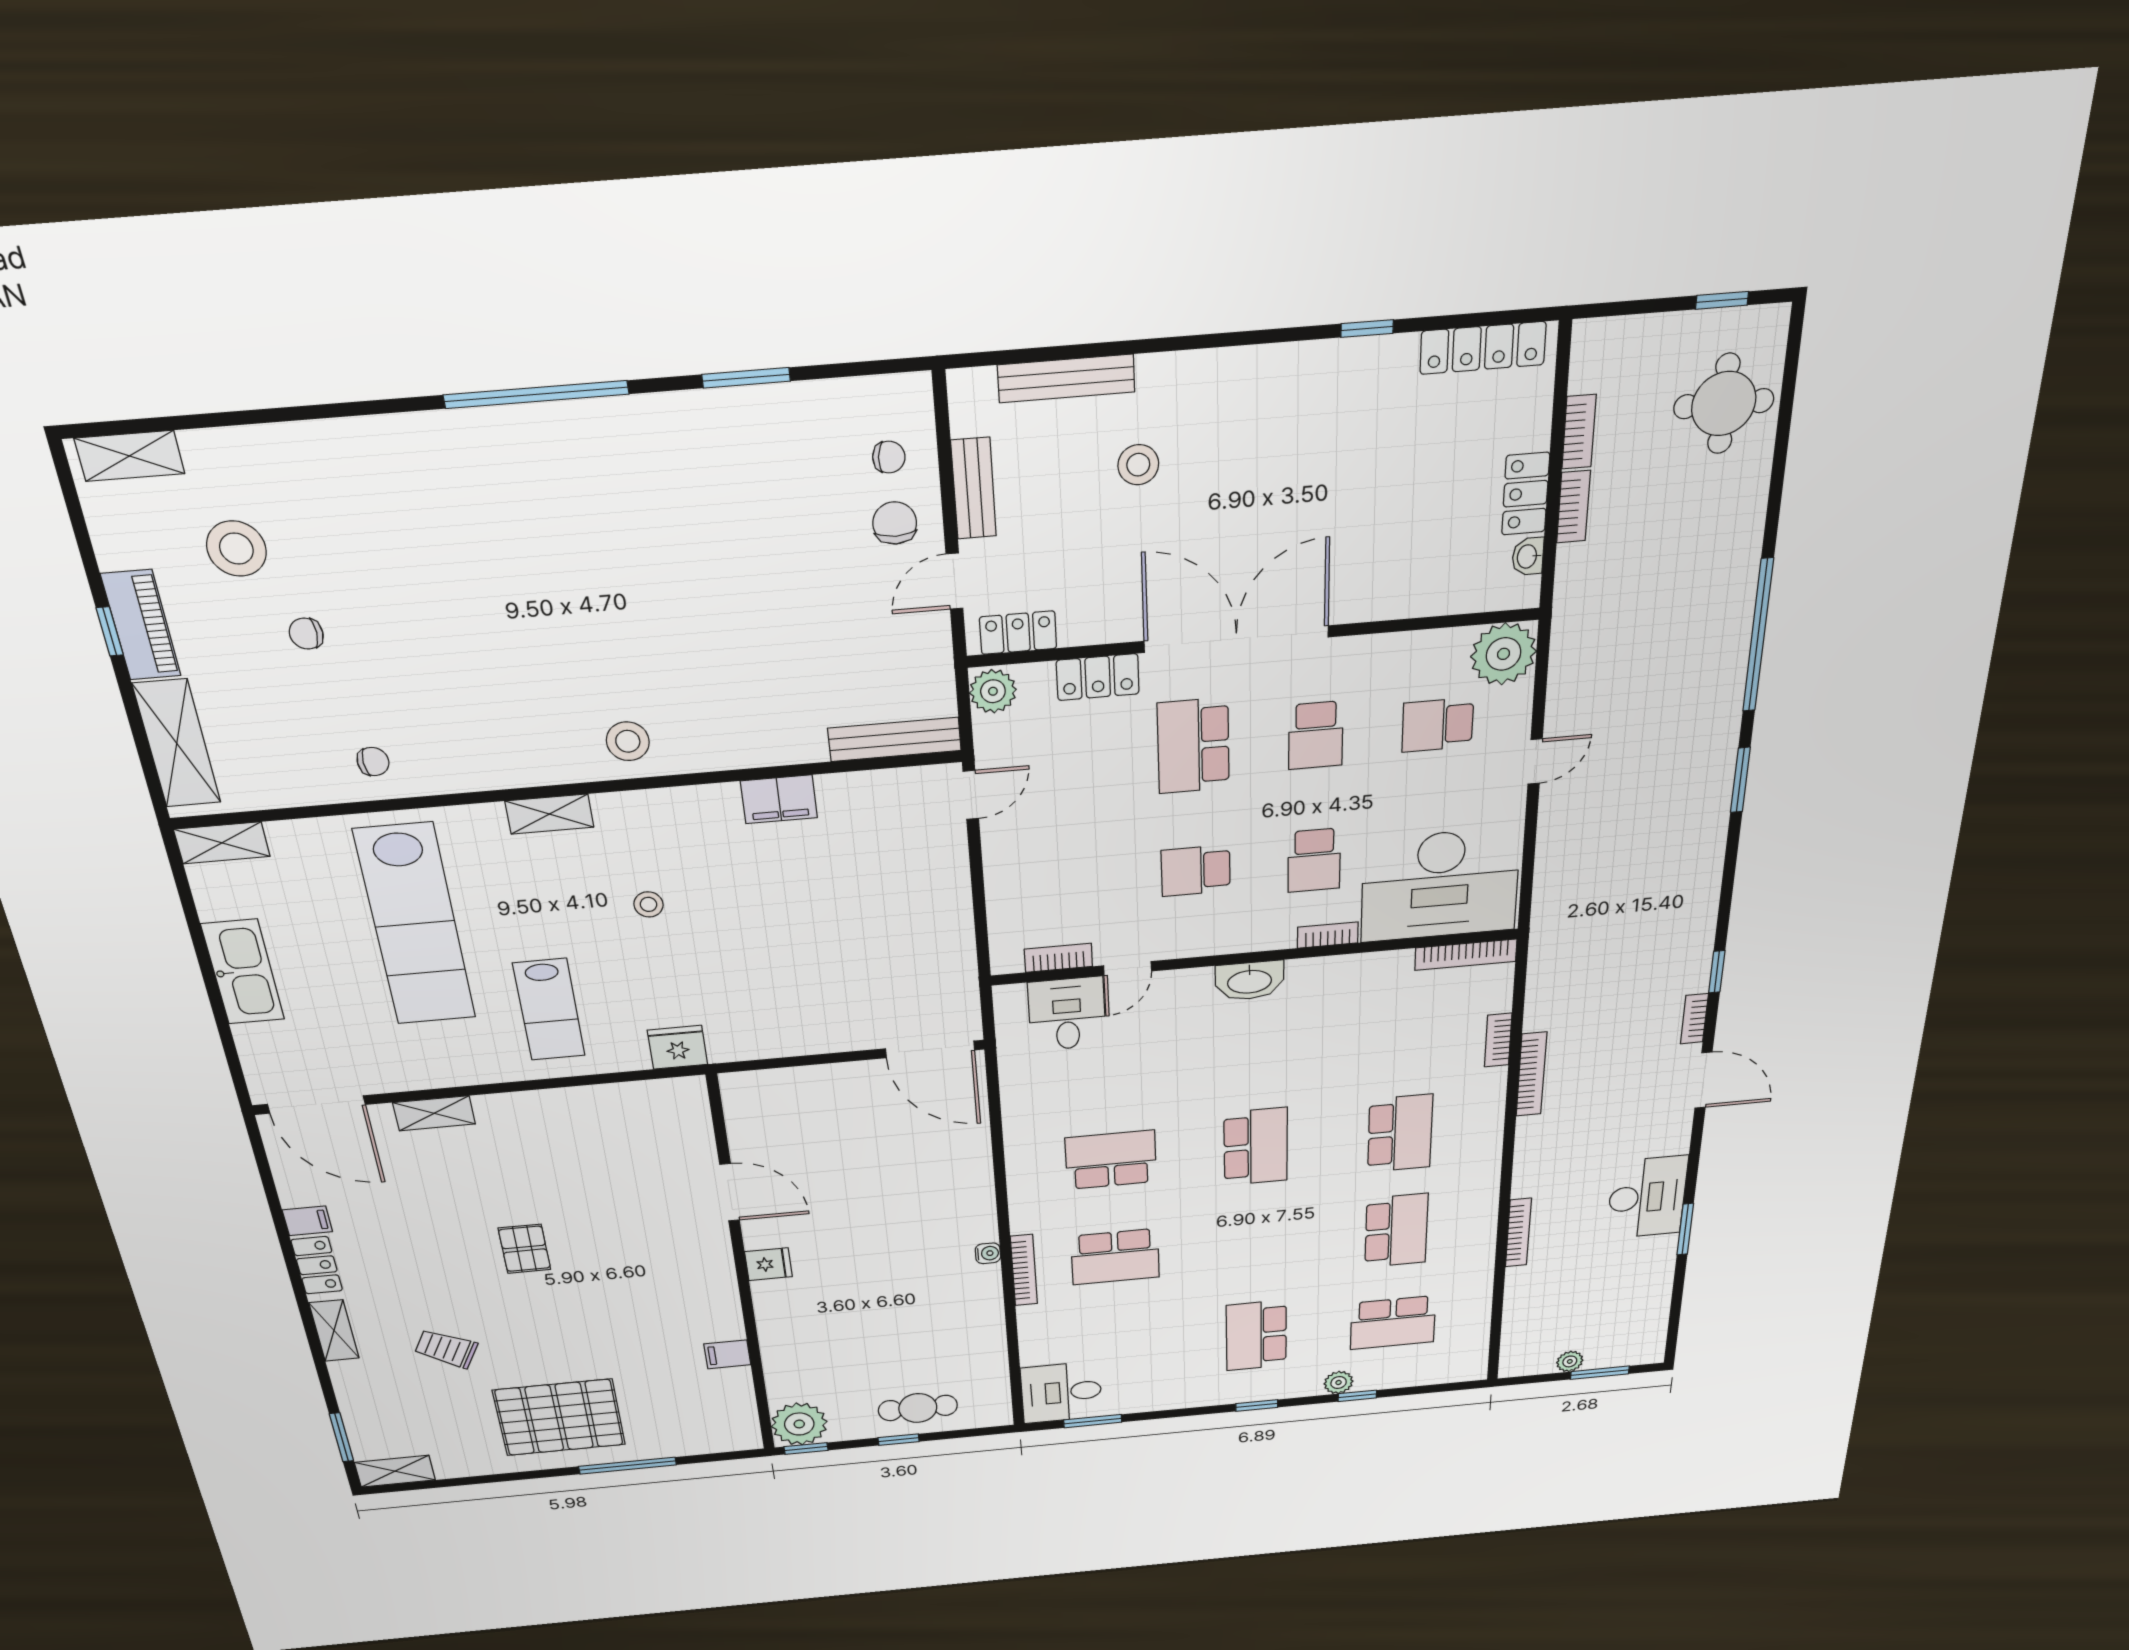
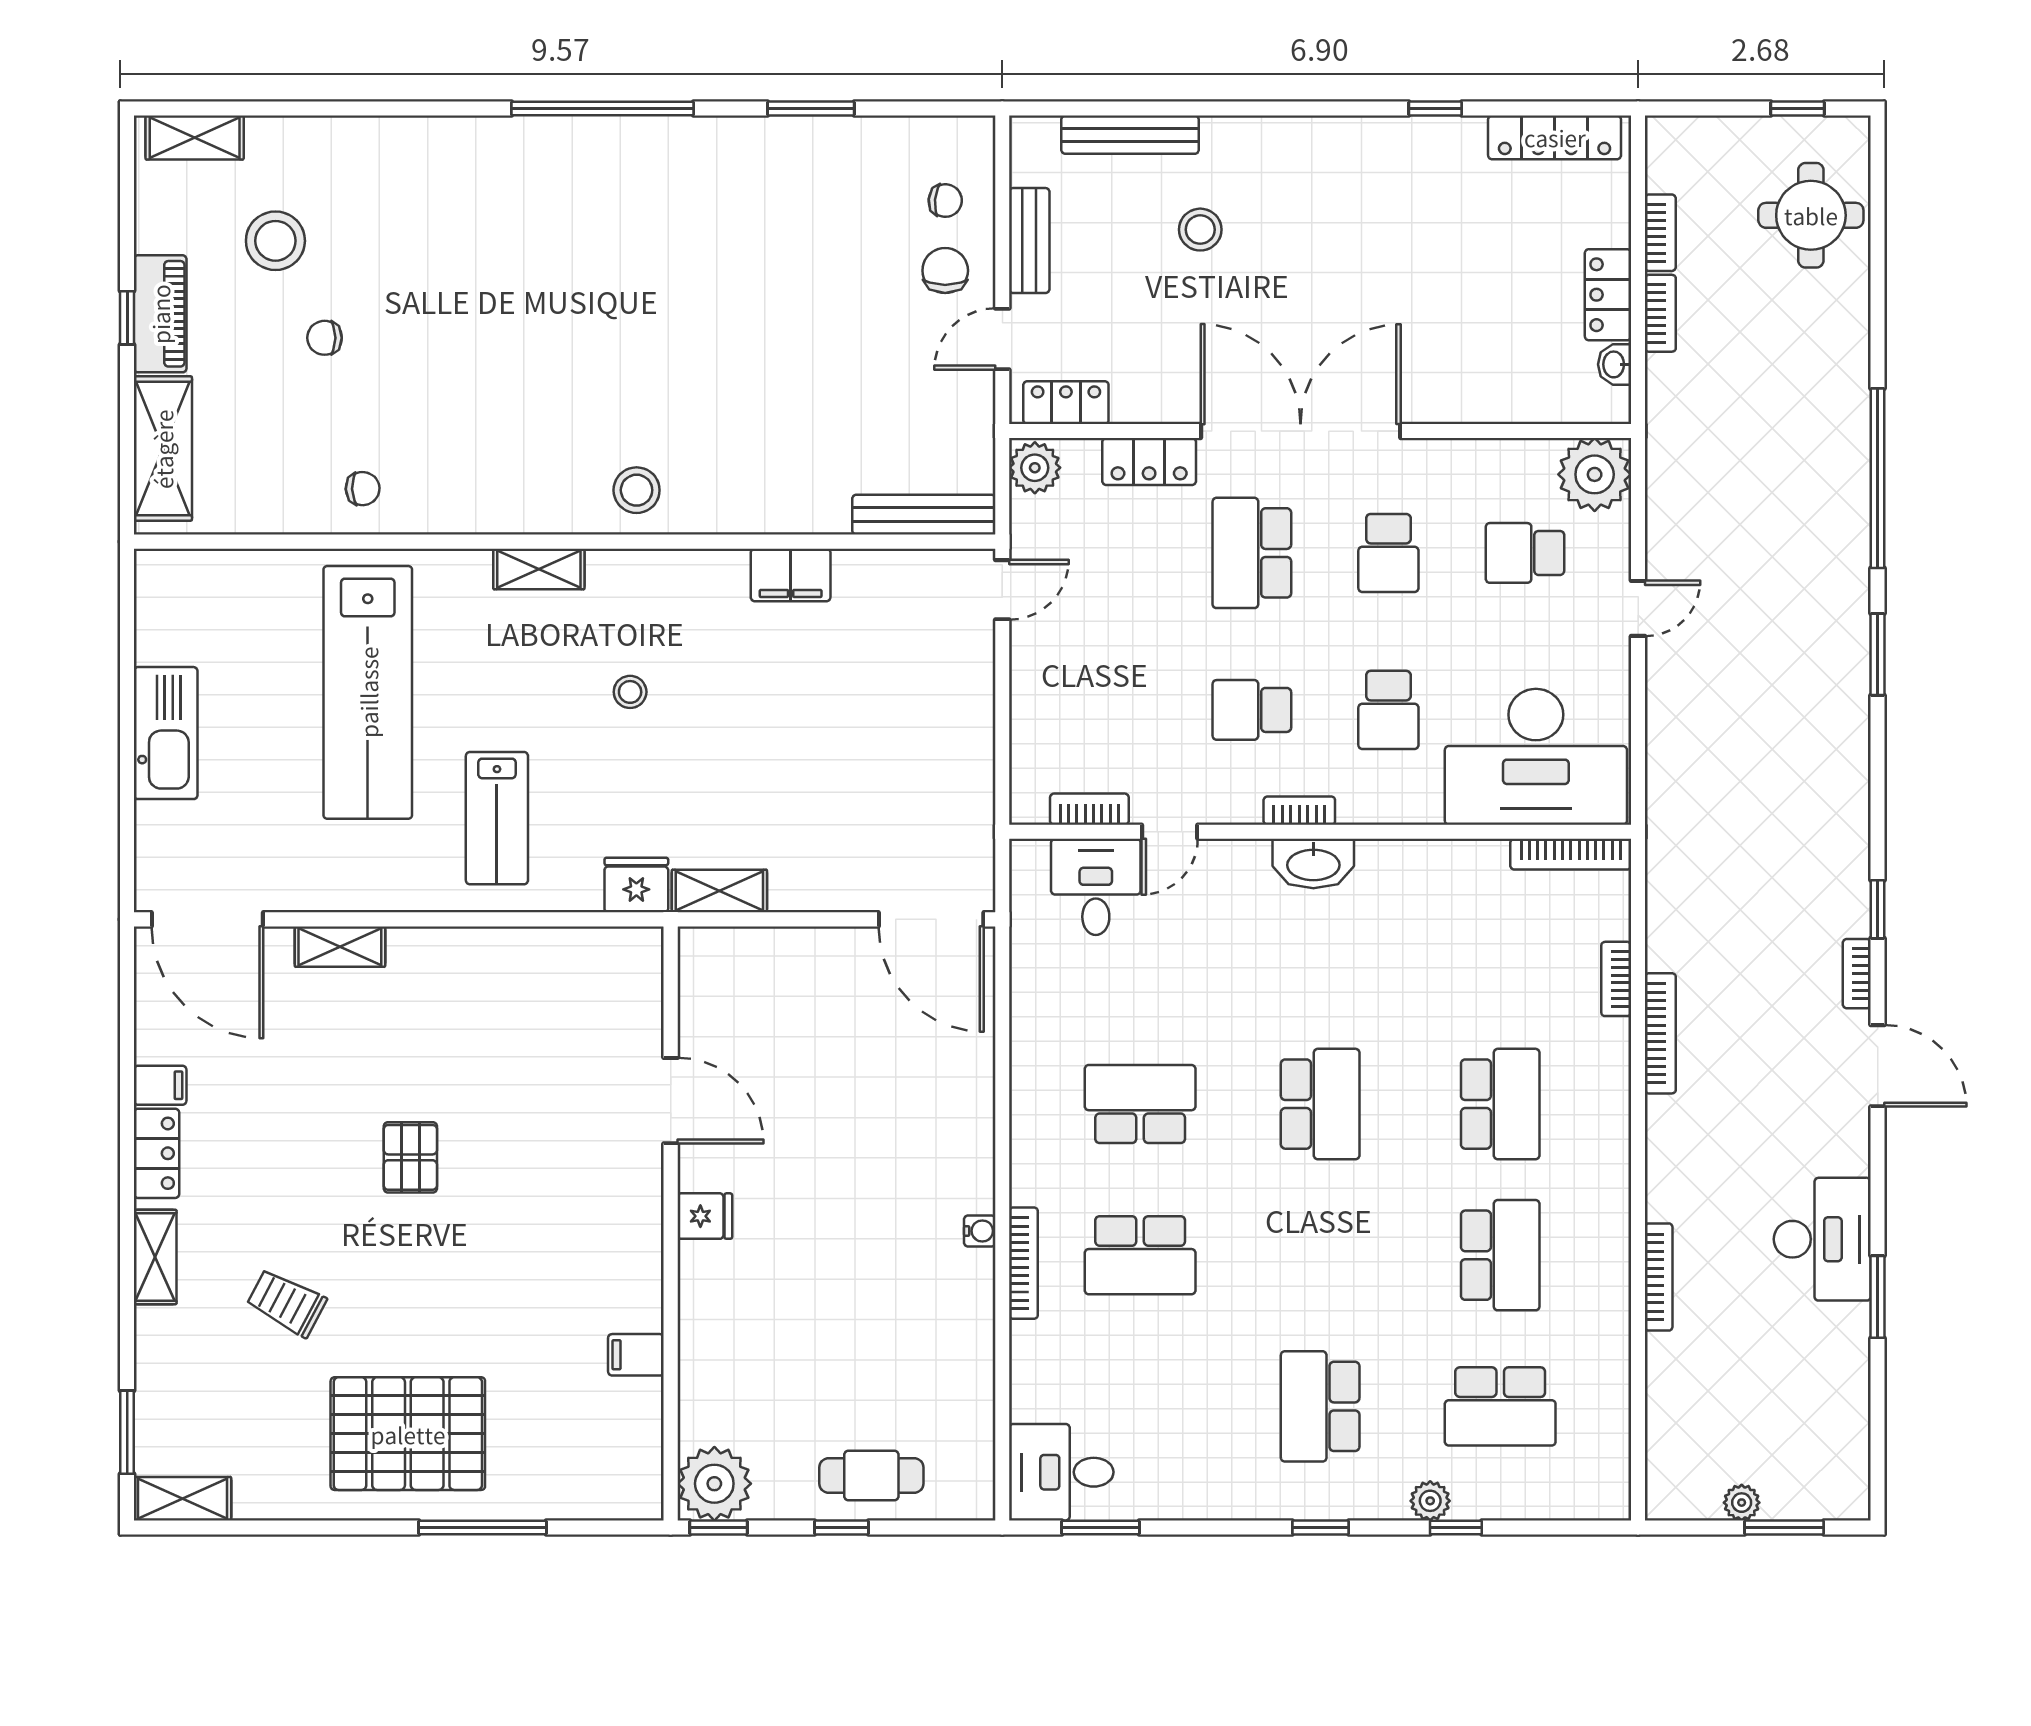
shelving: (222, 843) -> (719, 891), moved
bookcase: (1328, 935) -> (1299, 811), moved

